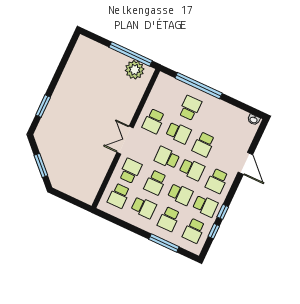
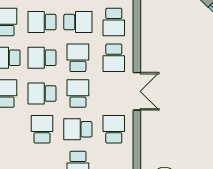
school desk: (167, 158) -> (78, 94), turned -90
school desk: (119, 196) -> (114, 22), turned 180
school desk: (144, 207) -> (78, 22), turned 180
school desk: (169, 219) -> (42, 22), turned -90

